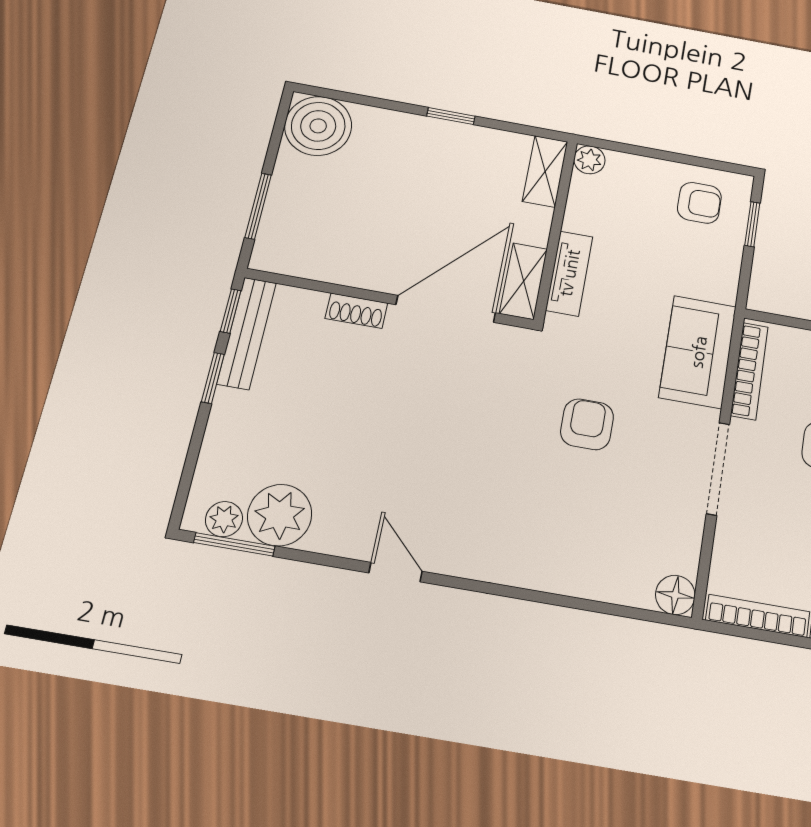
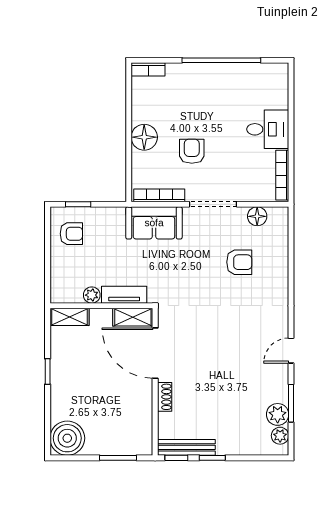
plant: (589, 160) -> (92, 295), moved
armchair: (699, 203) -> (71, 234), turned 90
armchair: (587, 424) -> (239, 262), moved, turned 180
plant: (280, 515) -> (278, 414), width x0.73, depth x0.73
window: (234, 544) -> (291, 403), moved
floor lamp: (675, 595) -> (257, 216), moved

